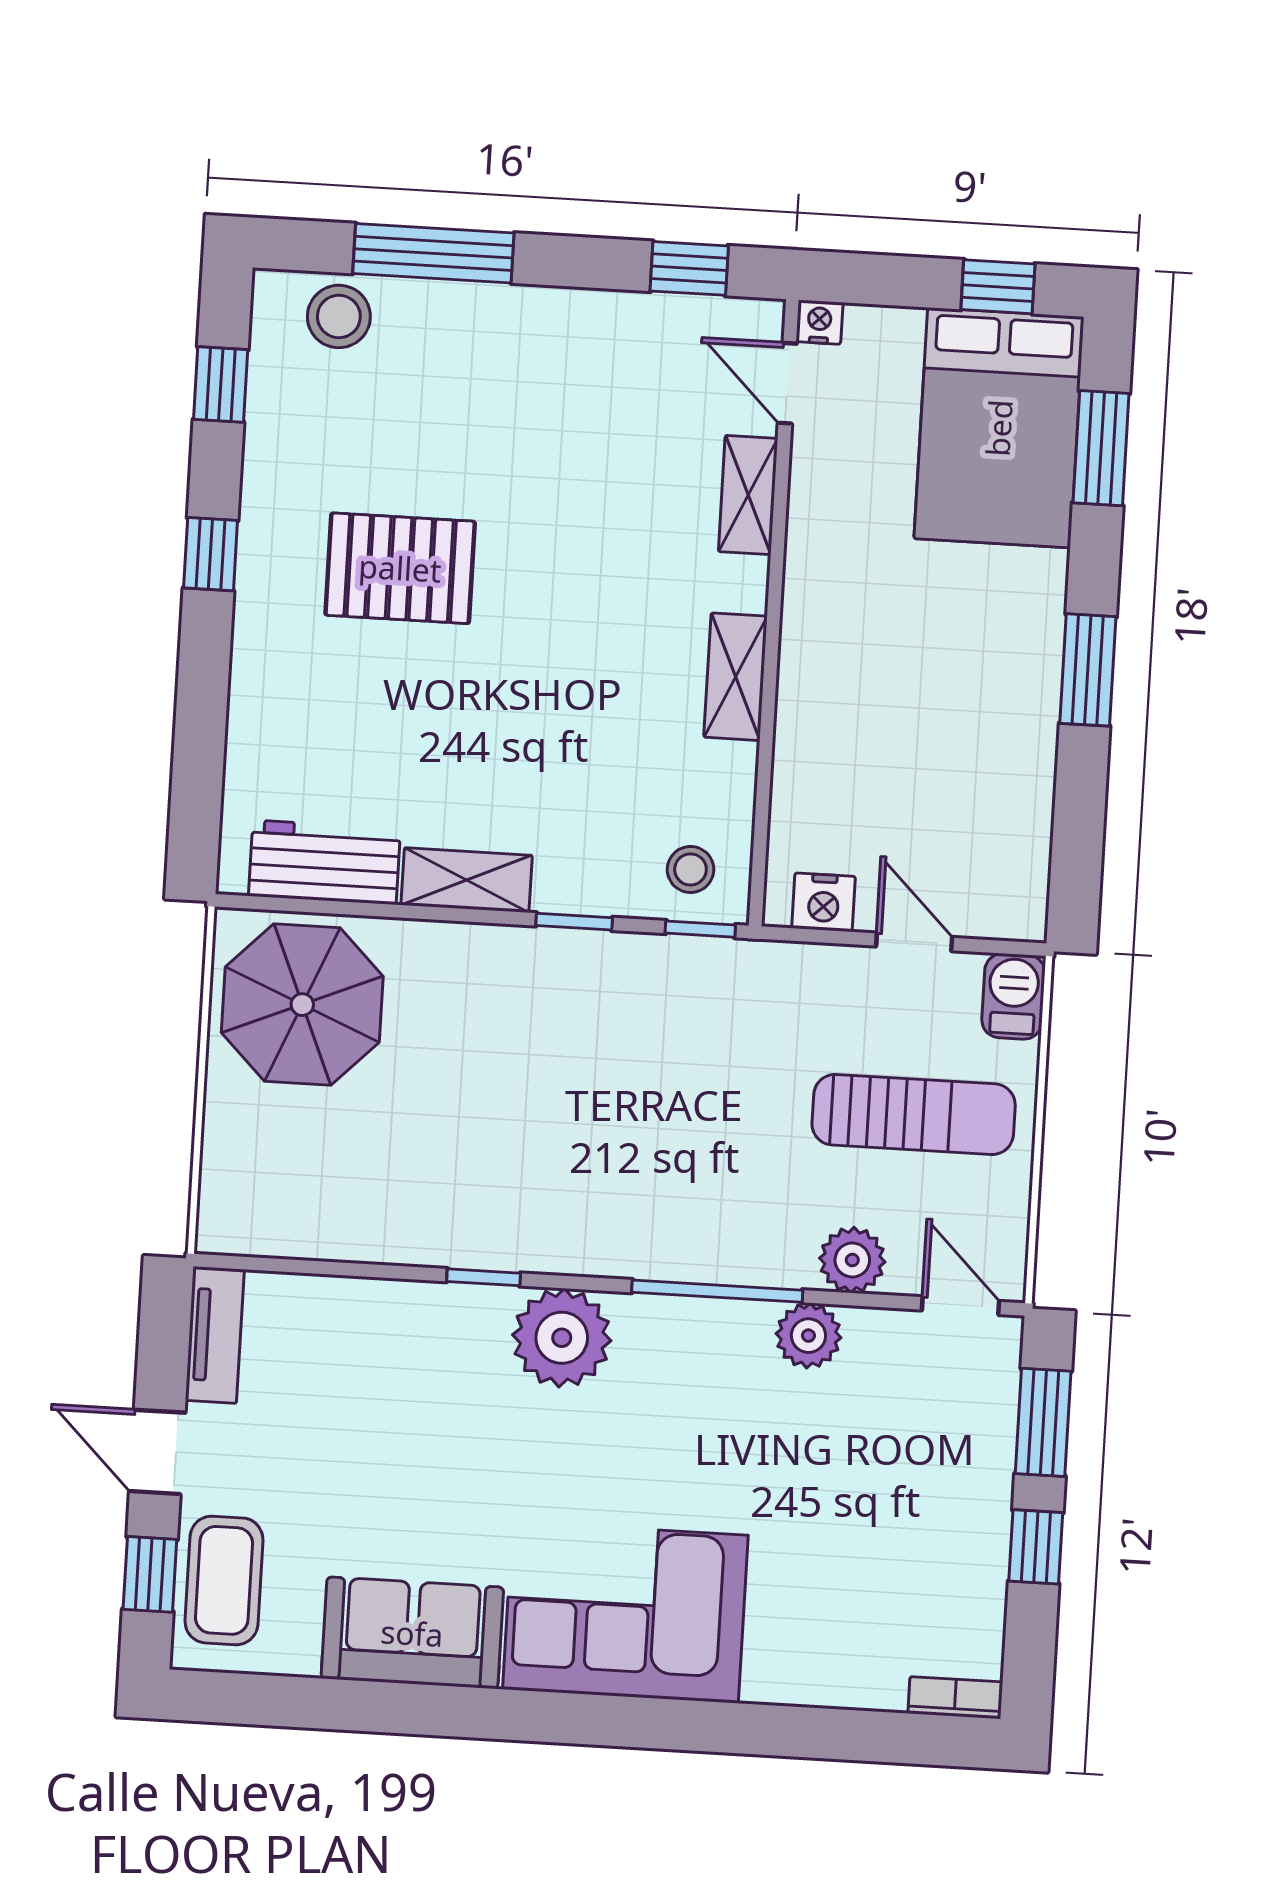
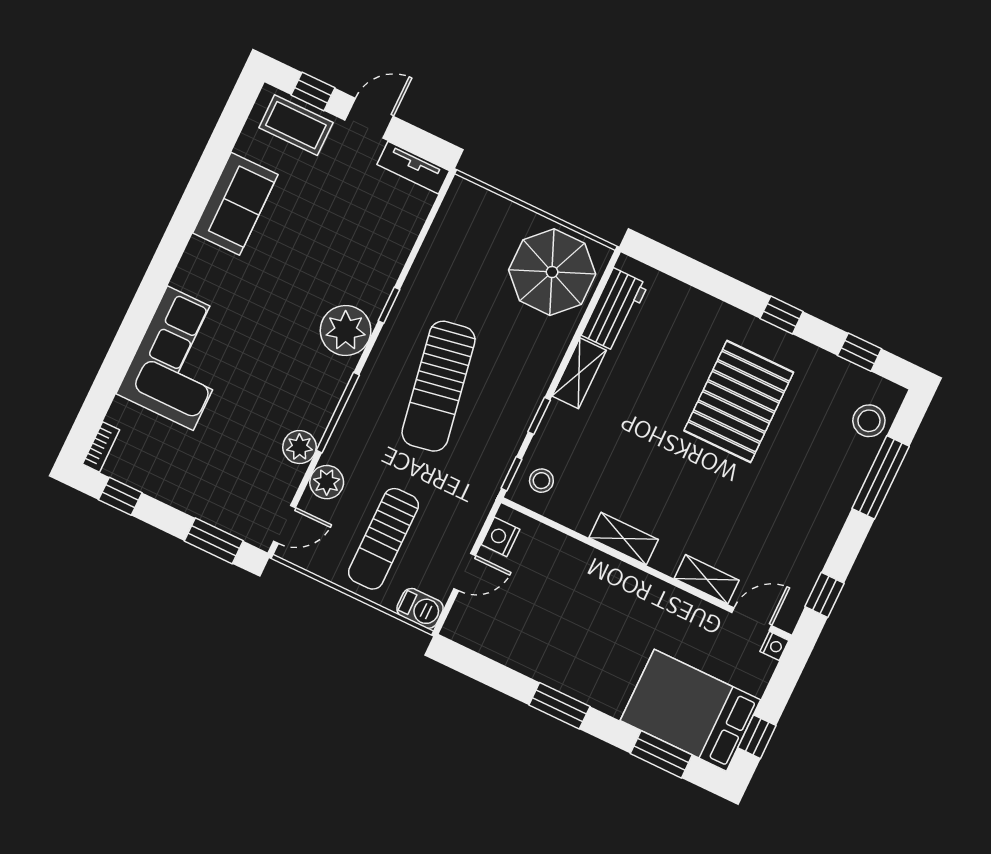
pallet: (400, 568) -> (739, 401), width x1.37, depth x1.41
sun lounger: (595, 1127) -> (439, 386), added
window: (1036, 1547) -> (120, 496), moved
corner sofa: (625, 1612) -> (180, 358), moved

